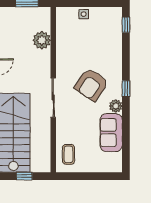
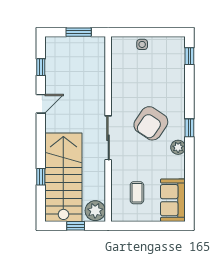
plant: (42, 40) -> (95, 211), moved
sofa: (111, 133) -> (173, 200), moved
coffee table: (68, 154) -> (137, 193), moved

